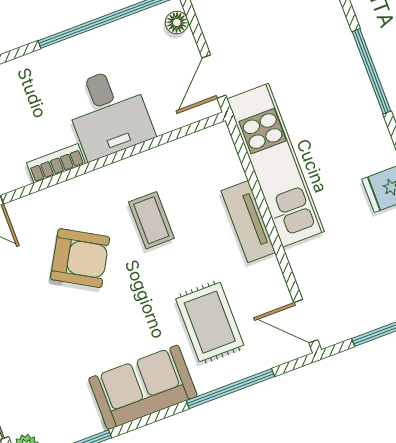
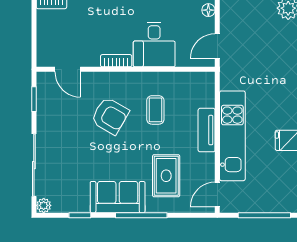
kitchen unit: (275, 165) -> (232, 136), moved
door: (306, 321) -> (217, 194), hinge flipped
window: (230, 389) -> (141, 215), moved

